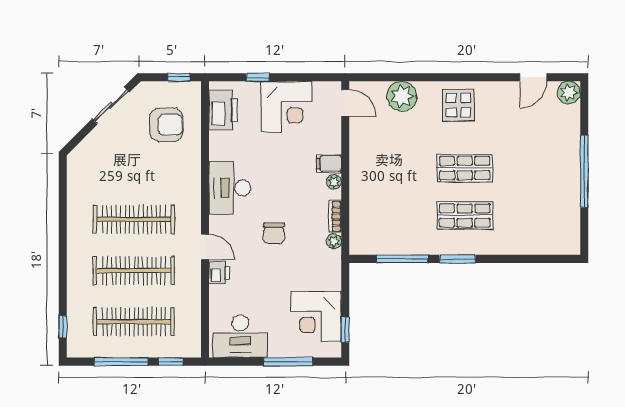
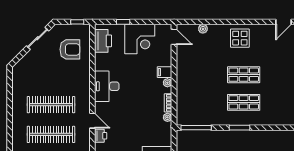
plant: (402, 96) -> (203, 29), width x0.53, depth x0.53
chair: (274, 233) -> (133, 113), removed
window: (402, 259) -> (196, 128), moved

